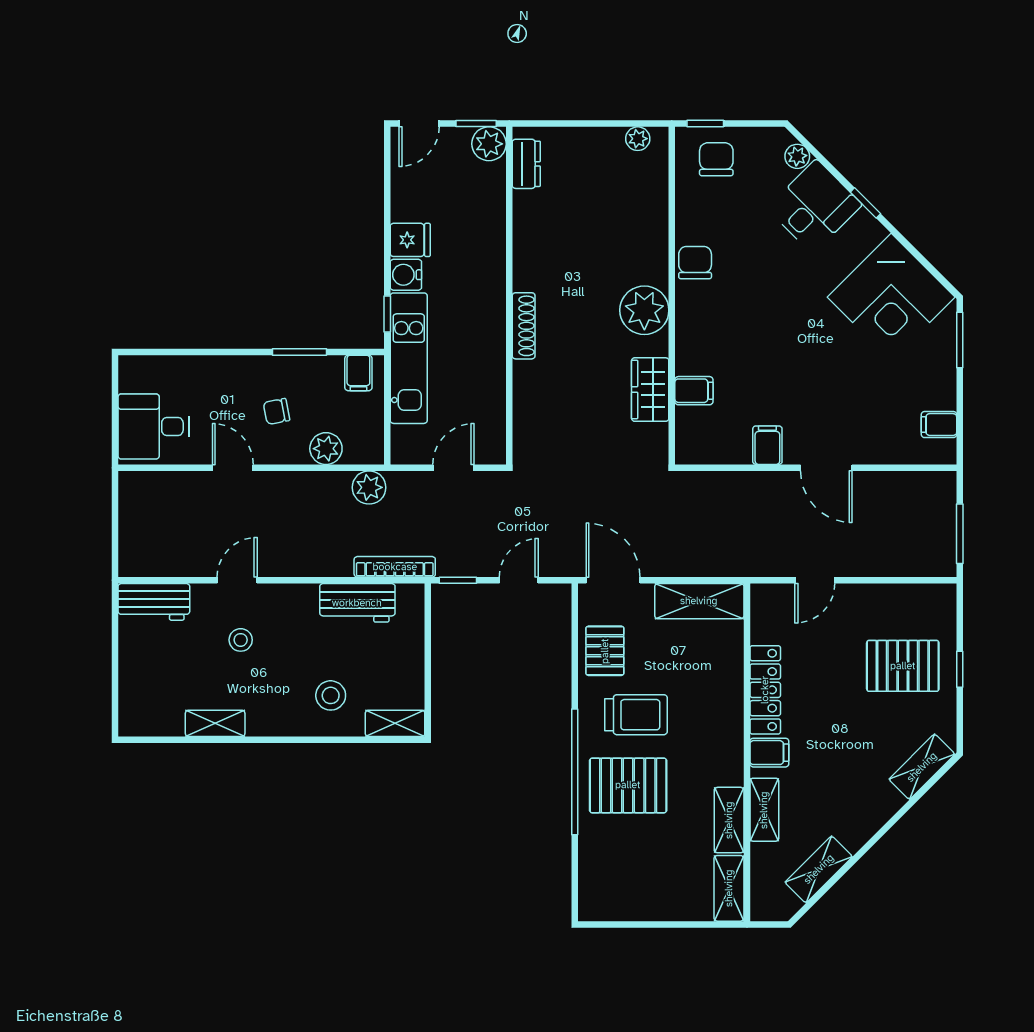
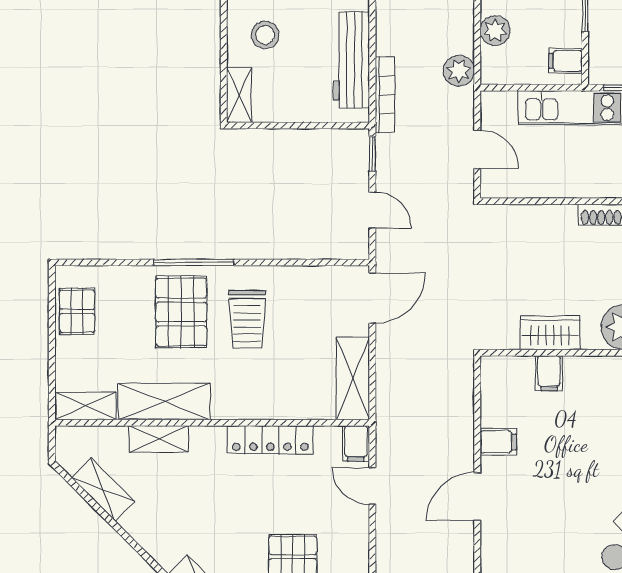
workbench: (357, 603) -> (351, 60), width x1.38
pallet: (605, 651) -> (77, 311), moved, turned 90
filing cabinet: (769, 753) -> (356, 444), moved
window: (575, 772) -> (194, 262), width x0.68
shelving: (729, 820) -> (164, 401), width x1.50, depth x1.33

